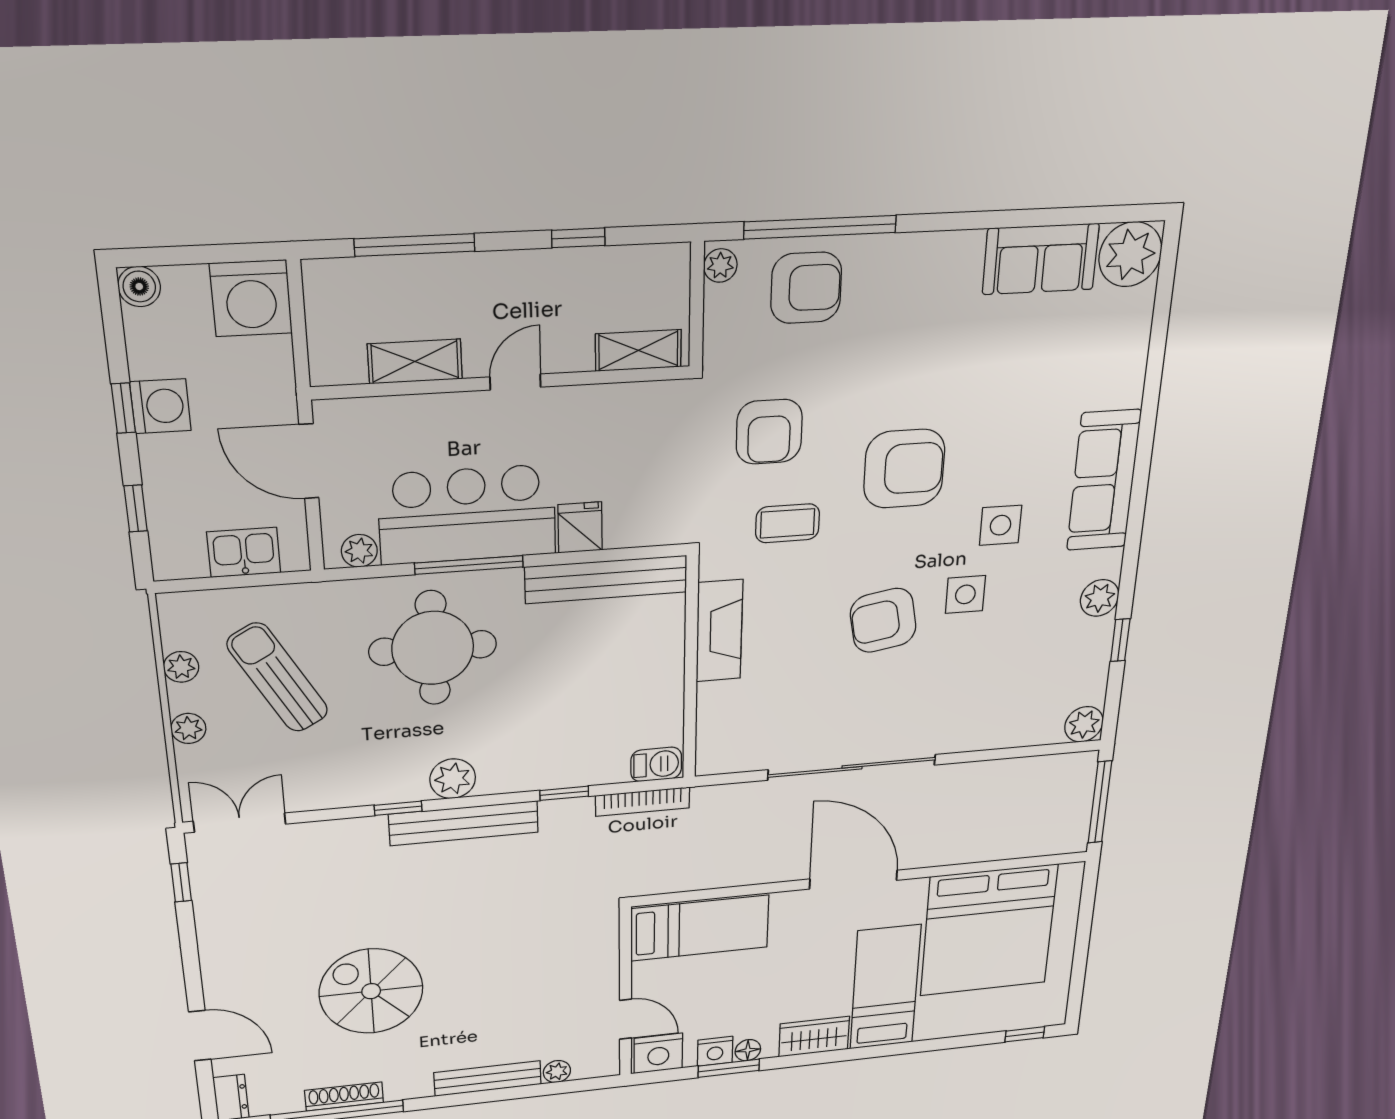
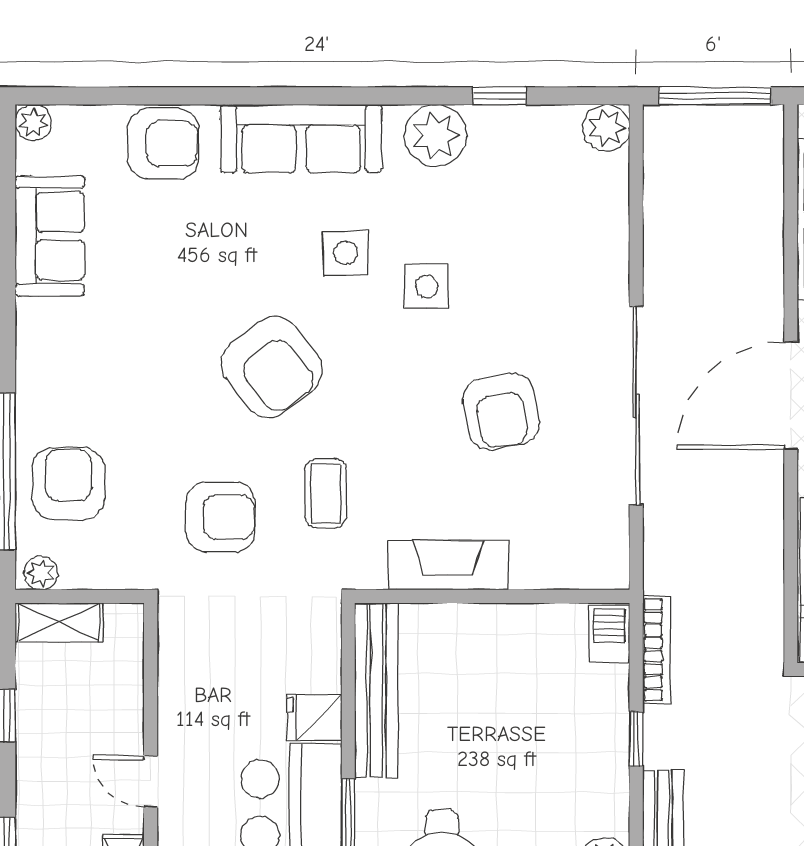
plant: (1130, 254) -> (33, 123), width x0.53, depth x0.53
shelving: (638, 350) -> (59, 623), moved, turned 90
armchair: (1113, 360) -> (163, 144), added
armchair: (904, 469) -> (272, 367), turned 142
plant: (1100, 598) -> (436, 135), width x1.36, depth x1.36
armchair: (883, 620) -> (501, 411), moved

